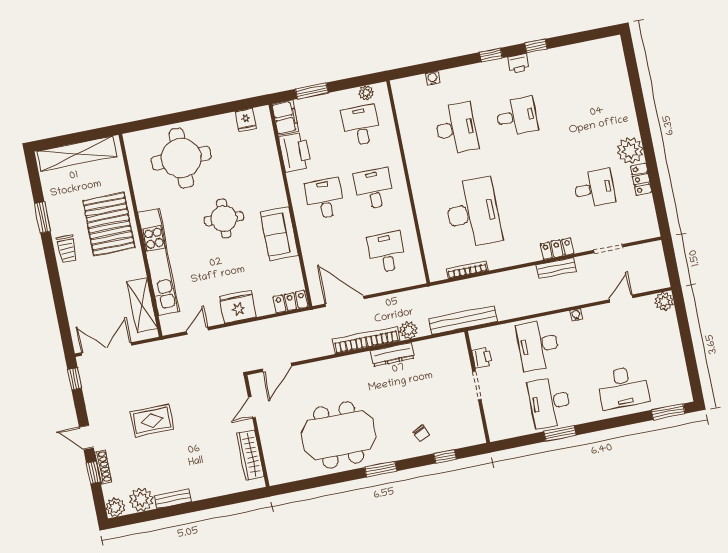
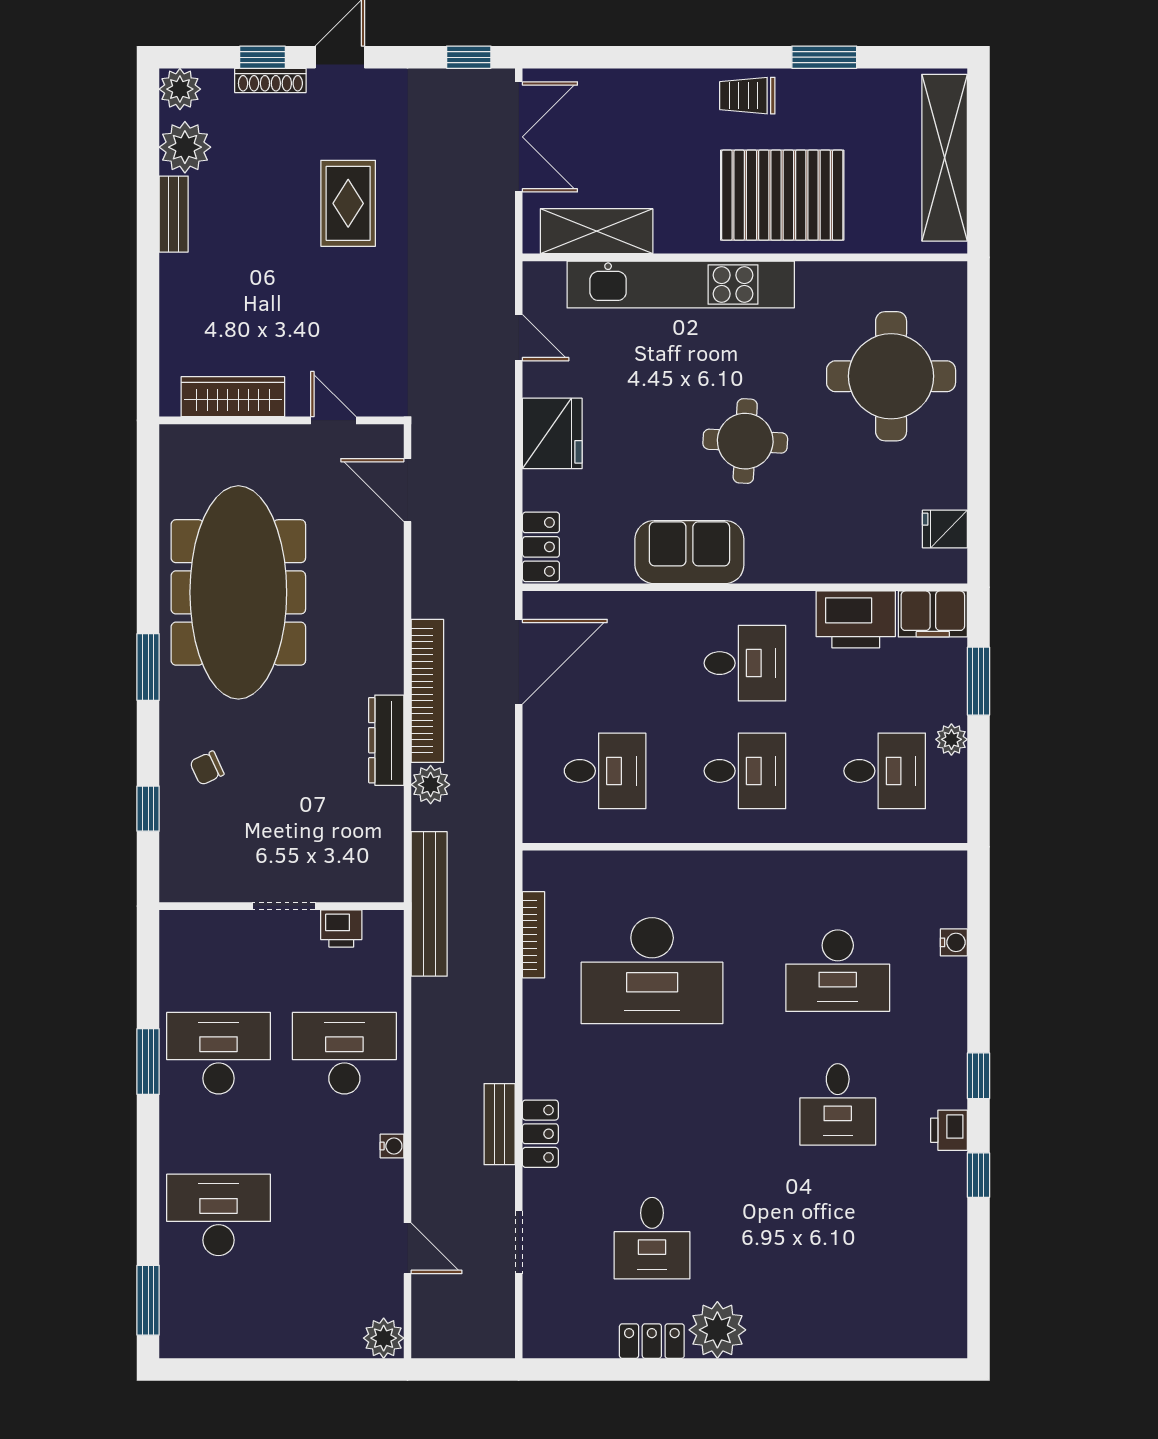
plant: (366, 93) -> (951, 739), moved
desk: (623, 387) -> (219, 1215), turned 90
meeting table: (339, 435) -> (238, 592), width x1.36

